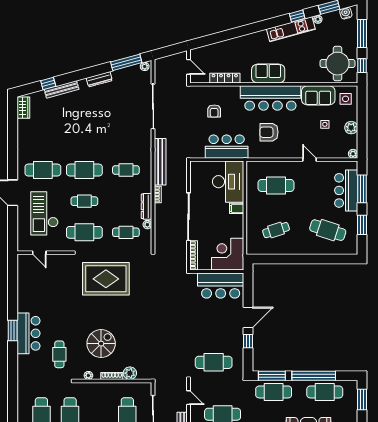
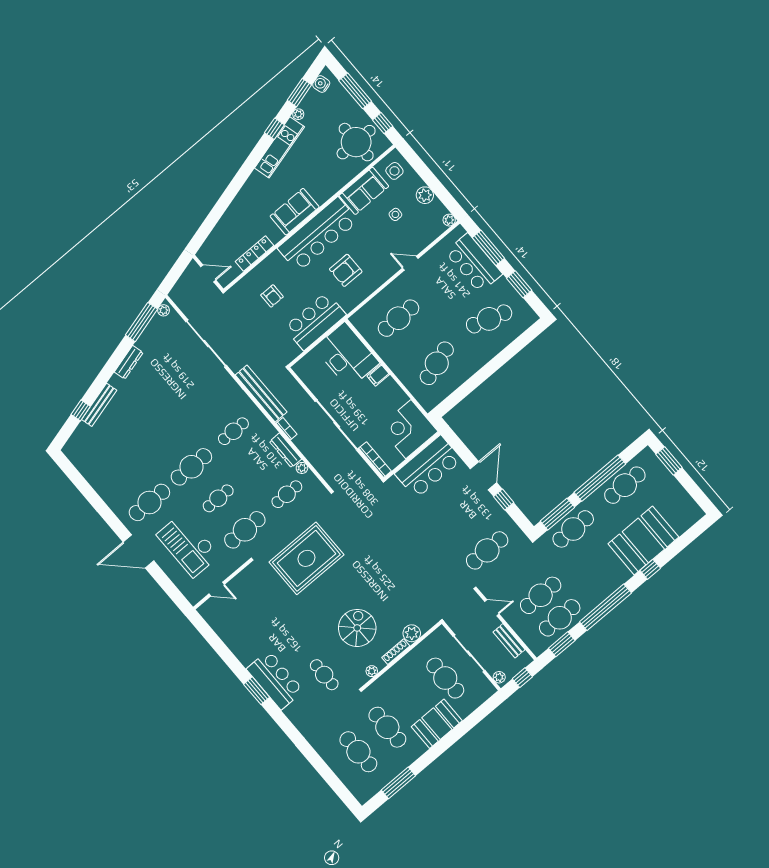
wardrobe: (23, 108) -> (76, 456), removed
cafe table: (276, 230) -> (437, 363), width x1.37, depth x1.35

